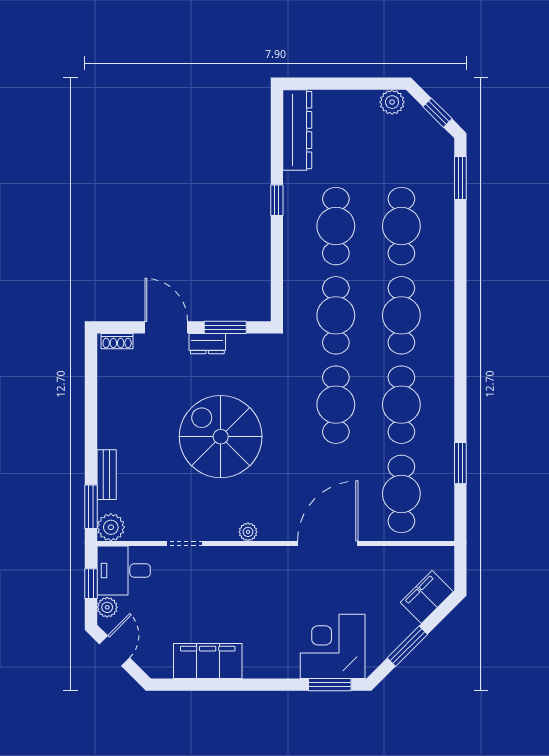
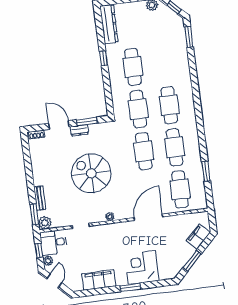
cafe table: (401, 226) -> (164, 63), removed
corner desk: (333, 646) -> (142, 267), moved
window: (330, 685) -> (130, 287), moved

